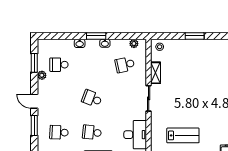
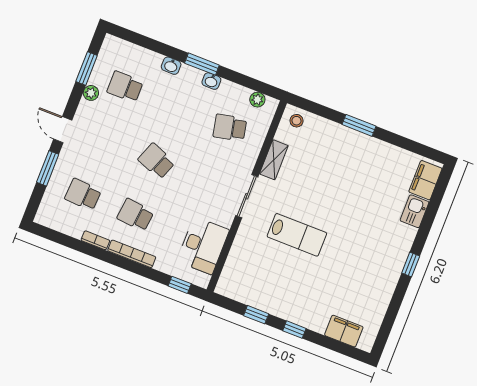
lab bench: (183, 135) -> (297, 235), moved

